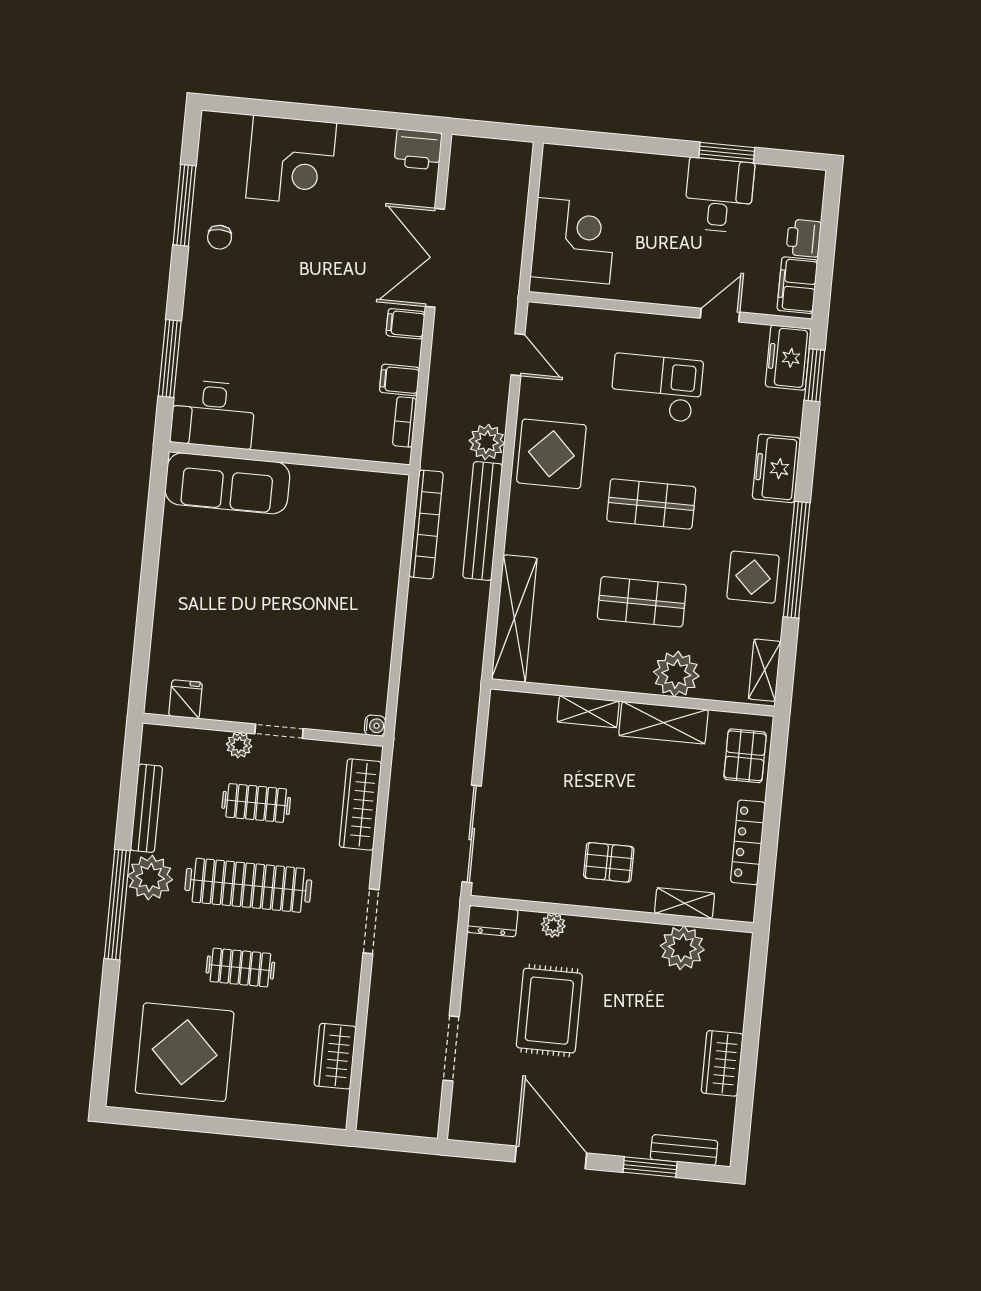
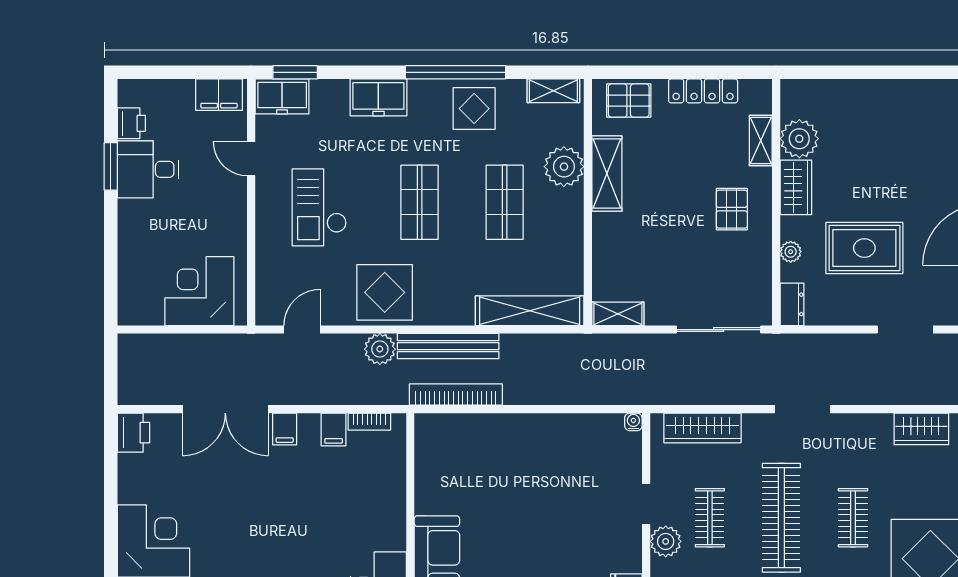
printer: (804, 238) -> (131, 123), moved, turned -90
shelving: (588, 712) -> (618, 314), moved, turned 90
plant: (239, 745) -> (666, 541), width x1.38, depth x1.38
wardrobe: (722, 1063) -> (796, 187), moved, turned -90

